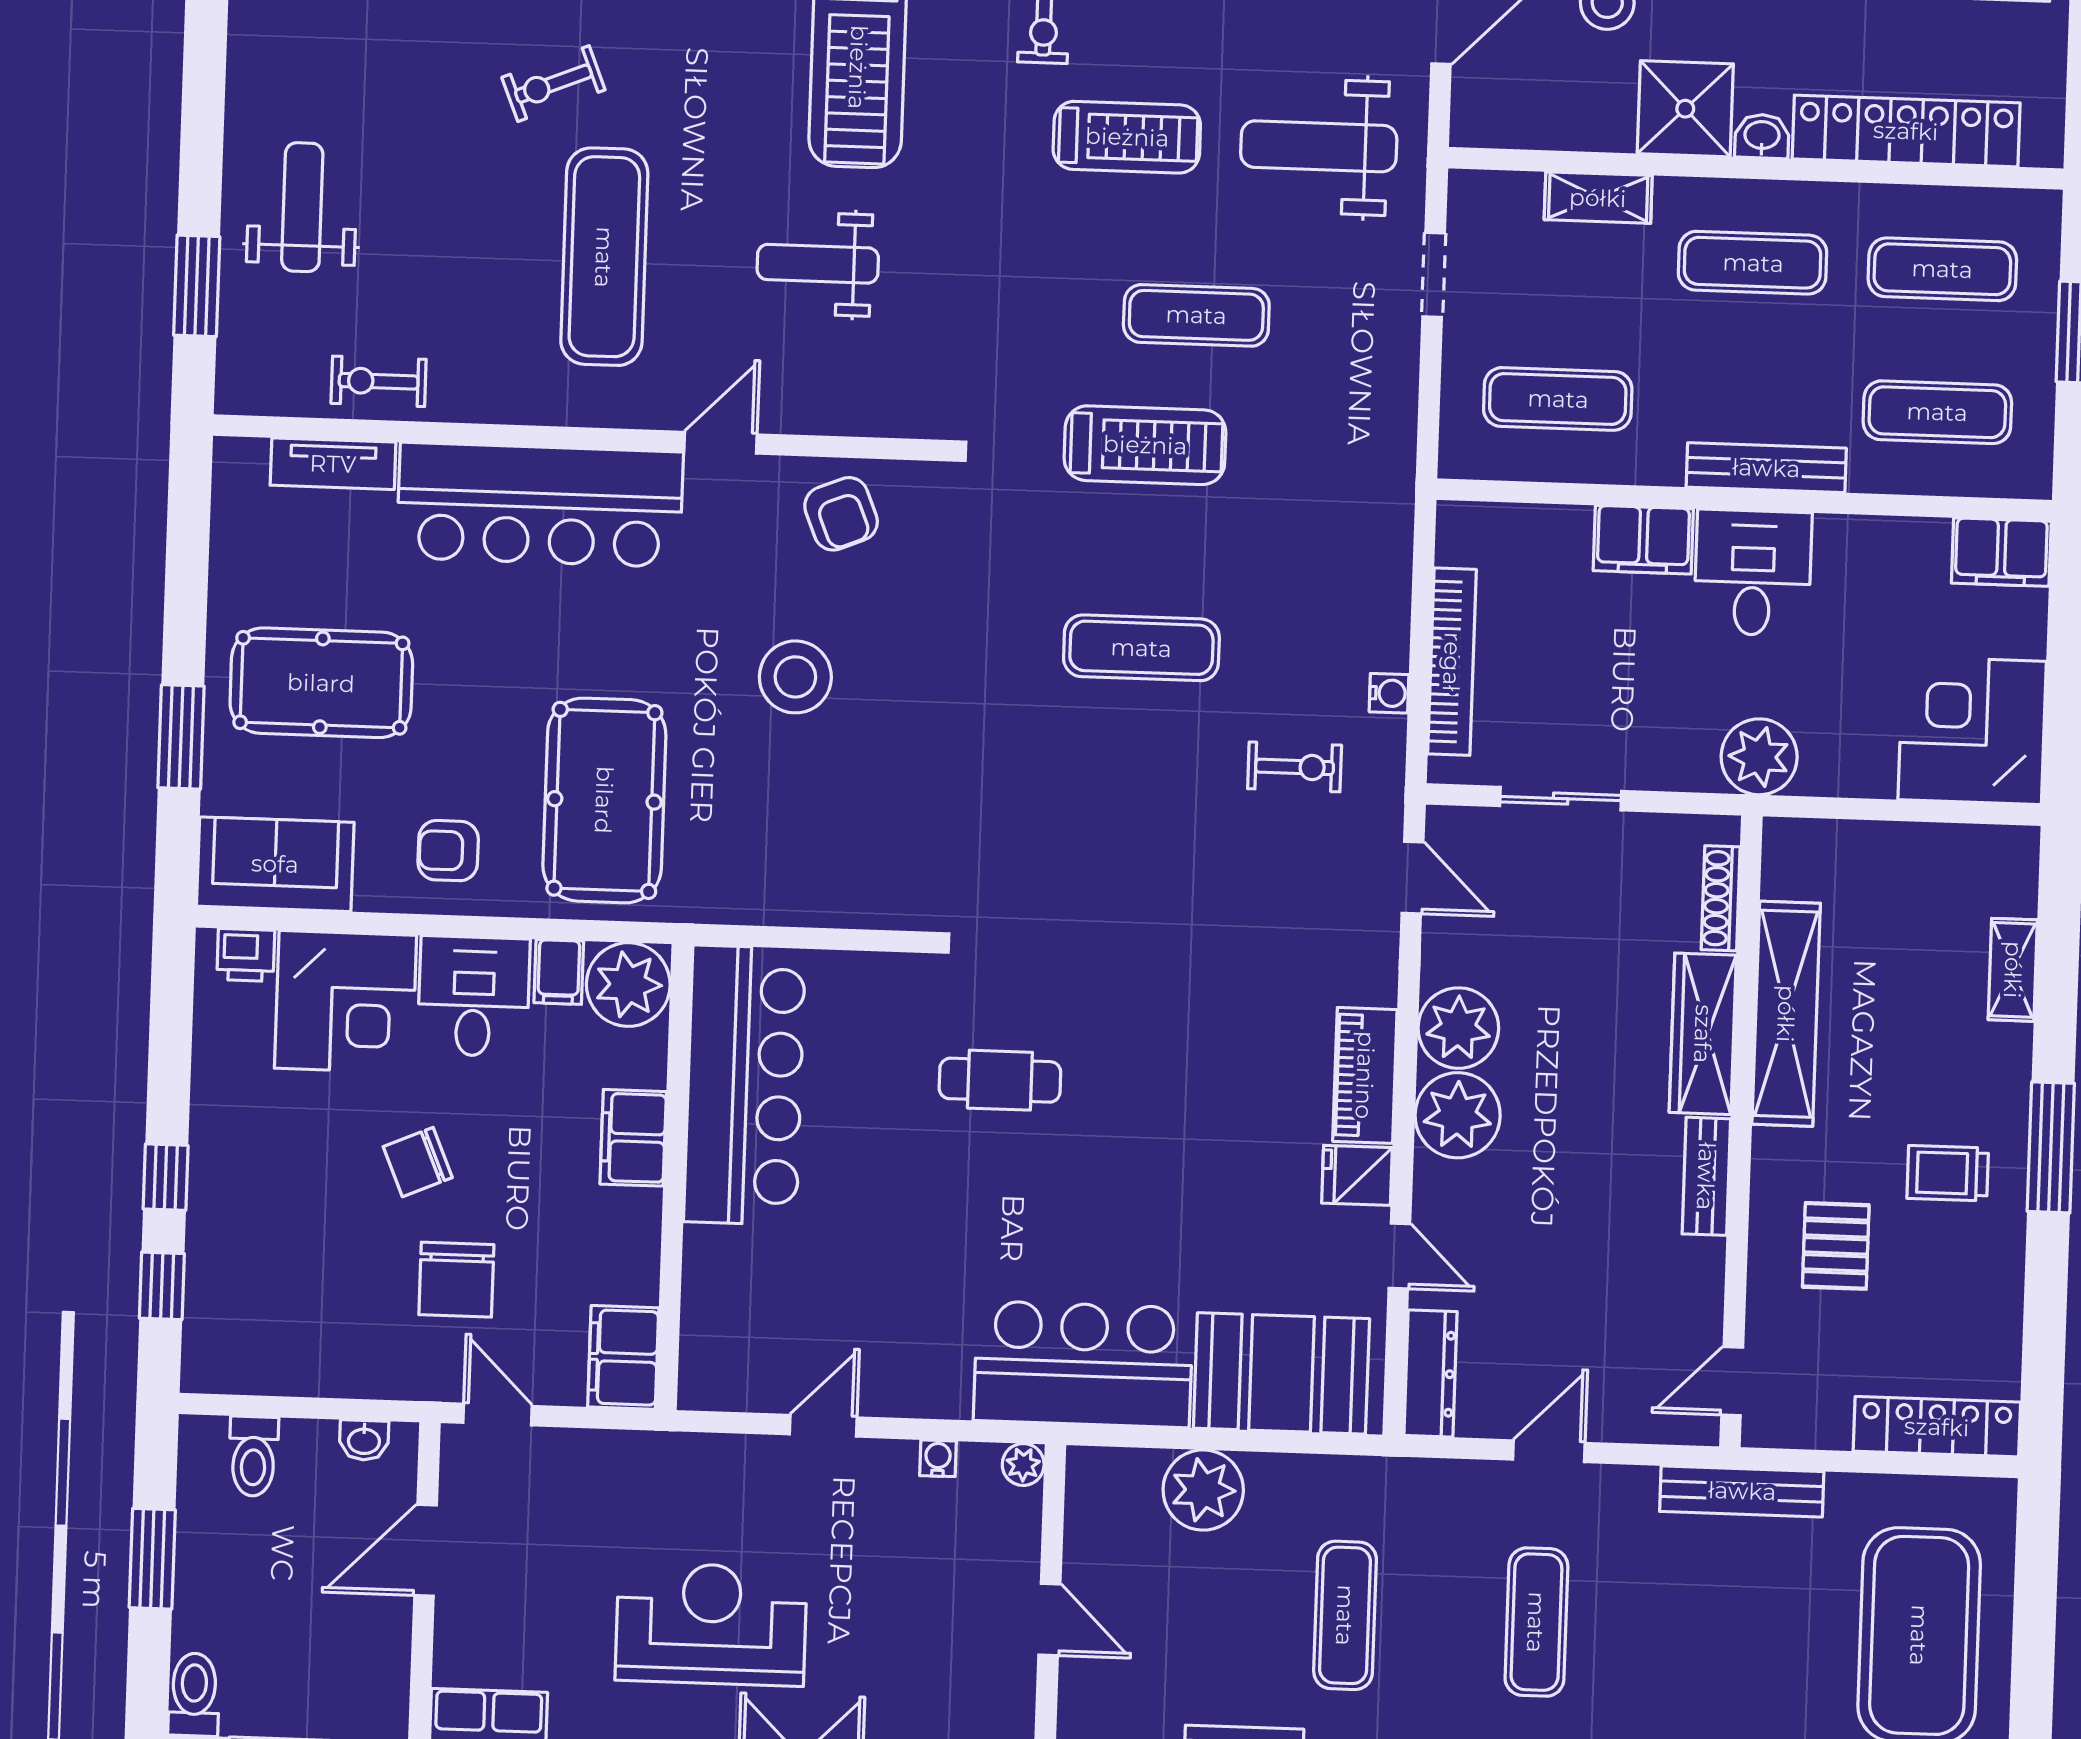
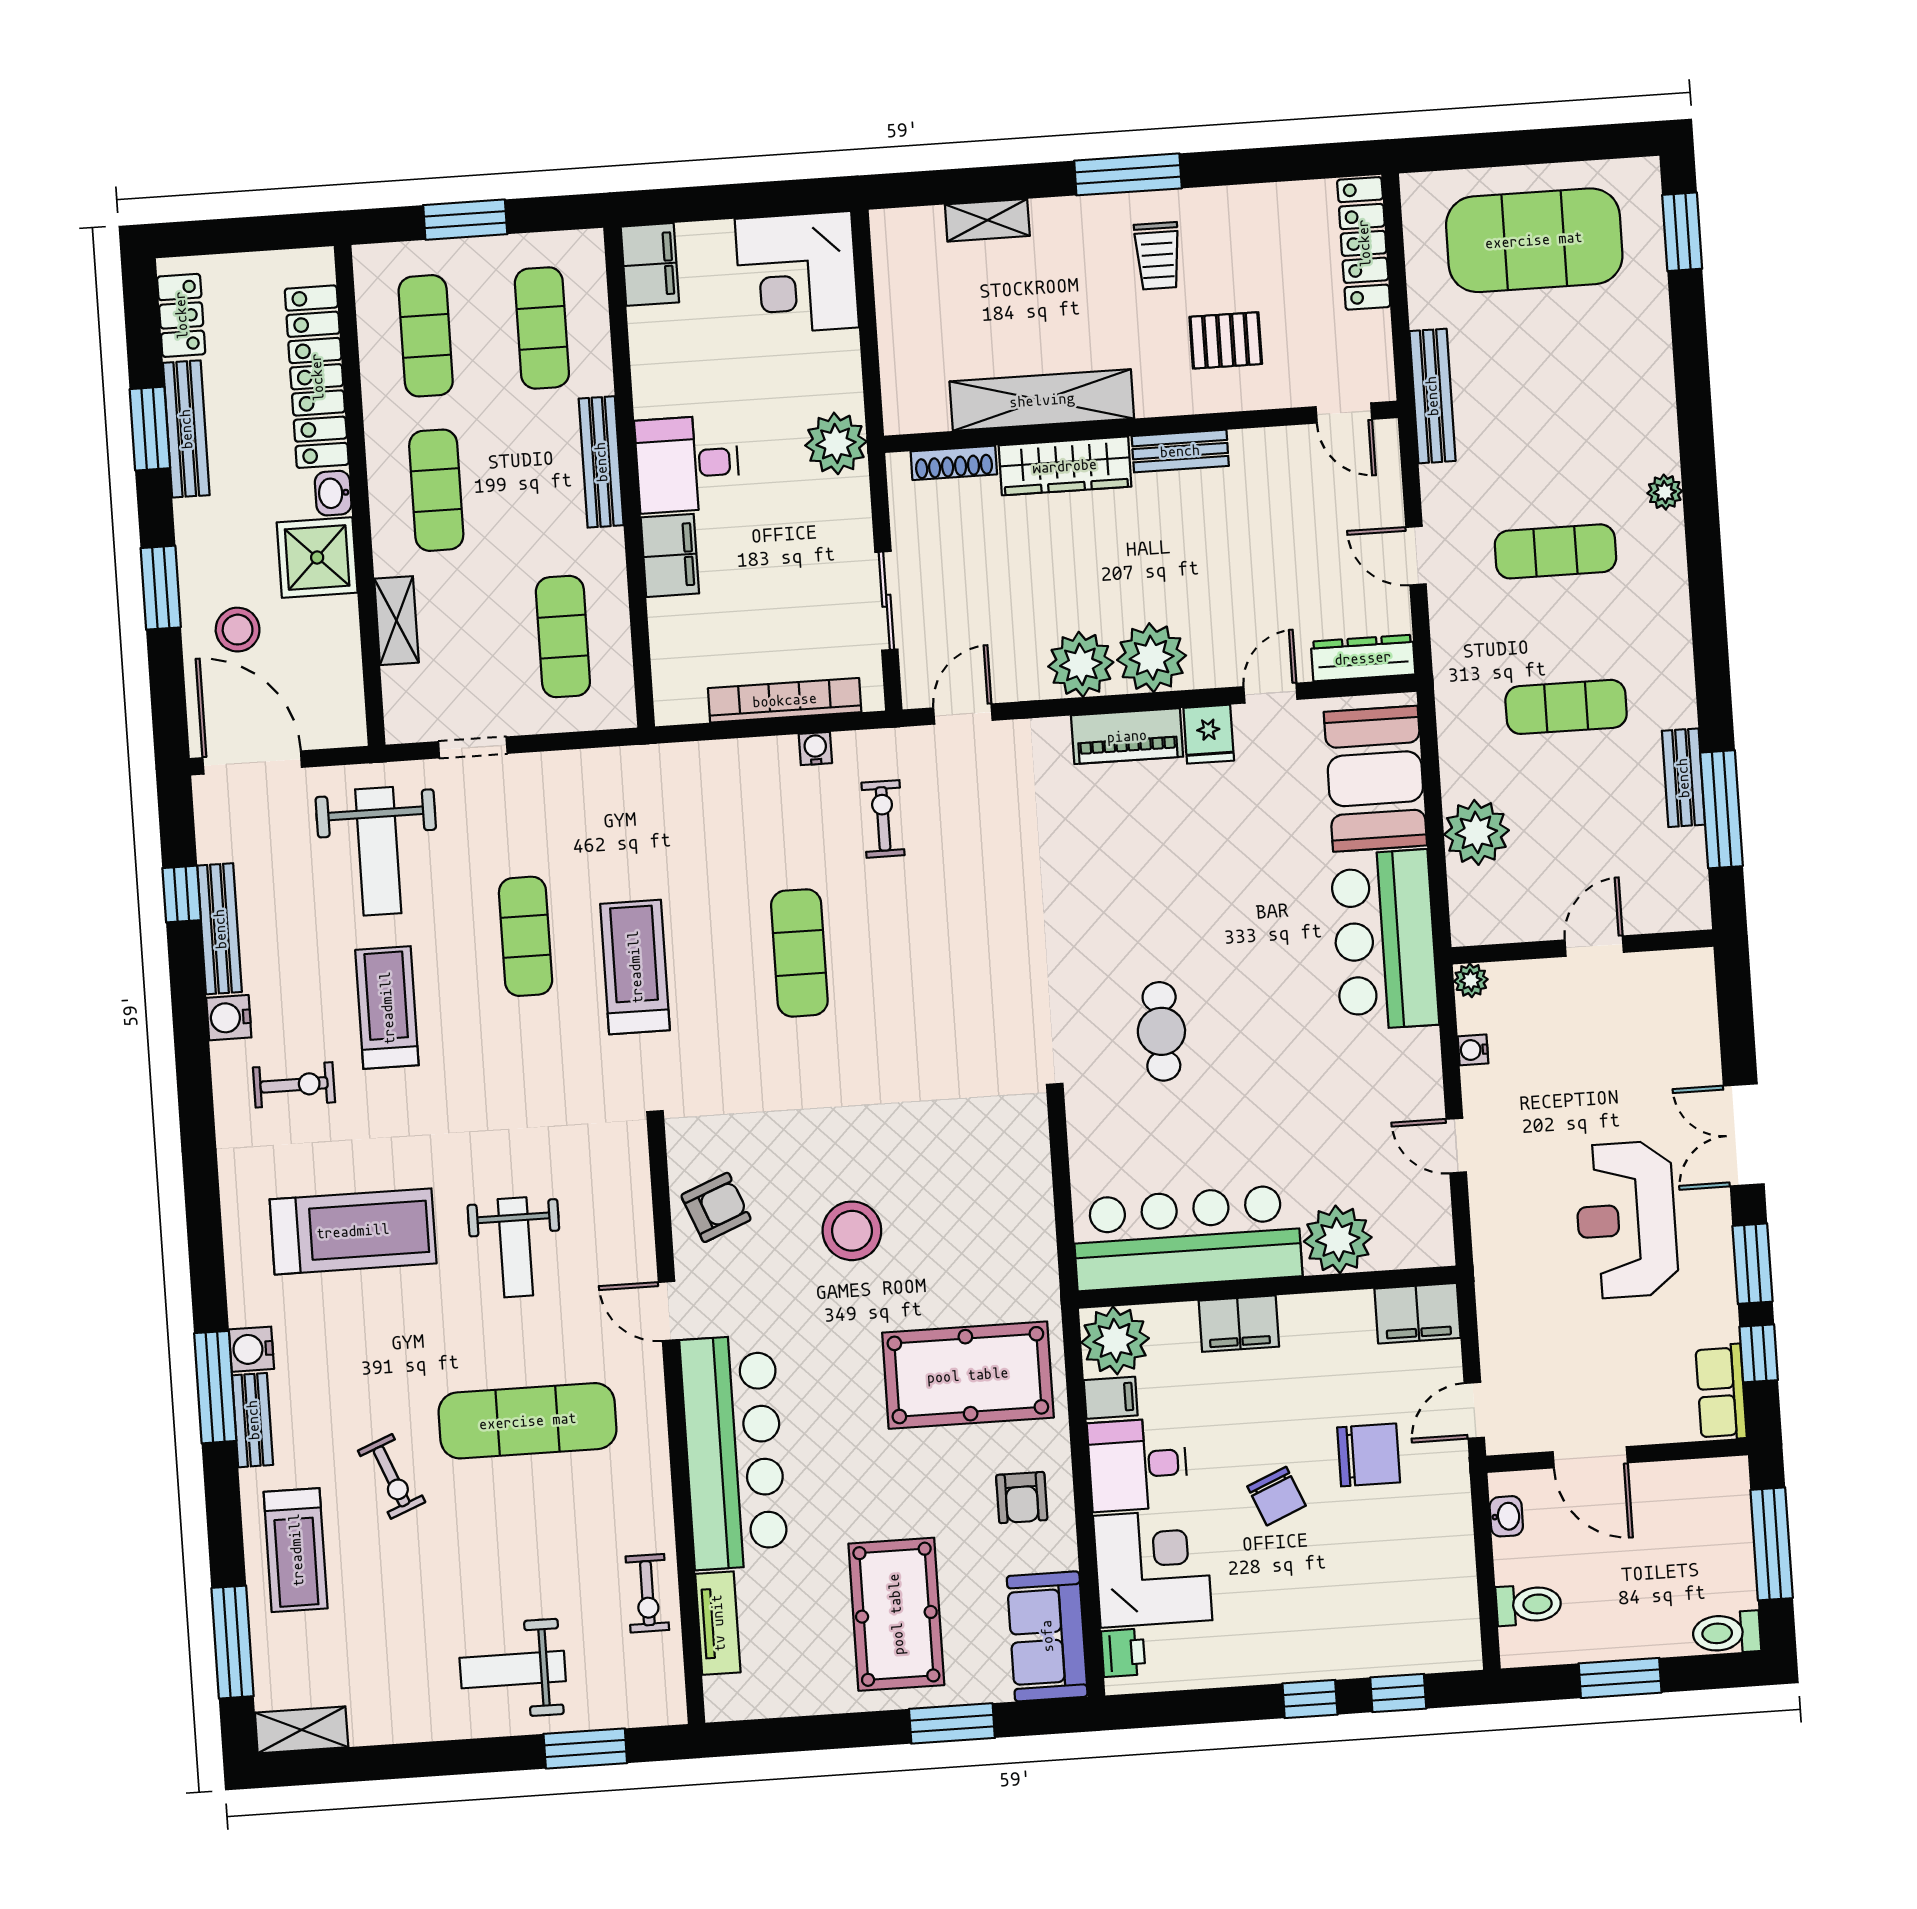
plant: (724, 1269) -> (1338, 1239), added

